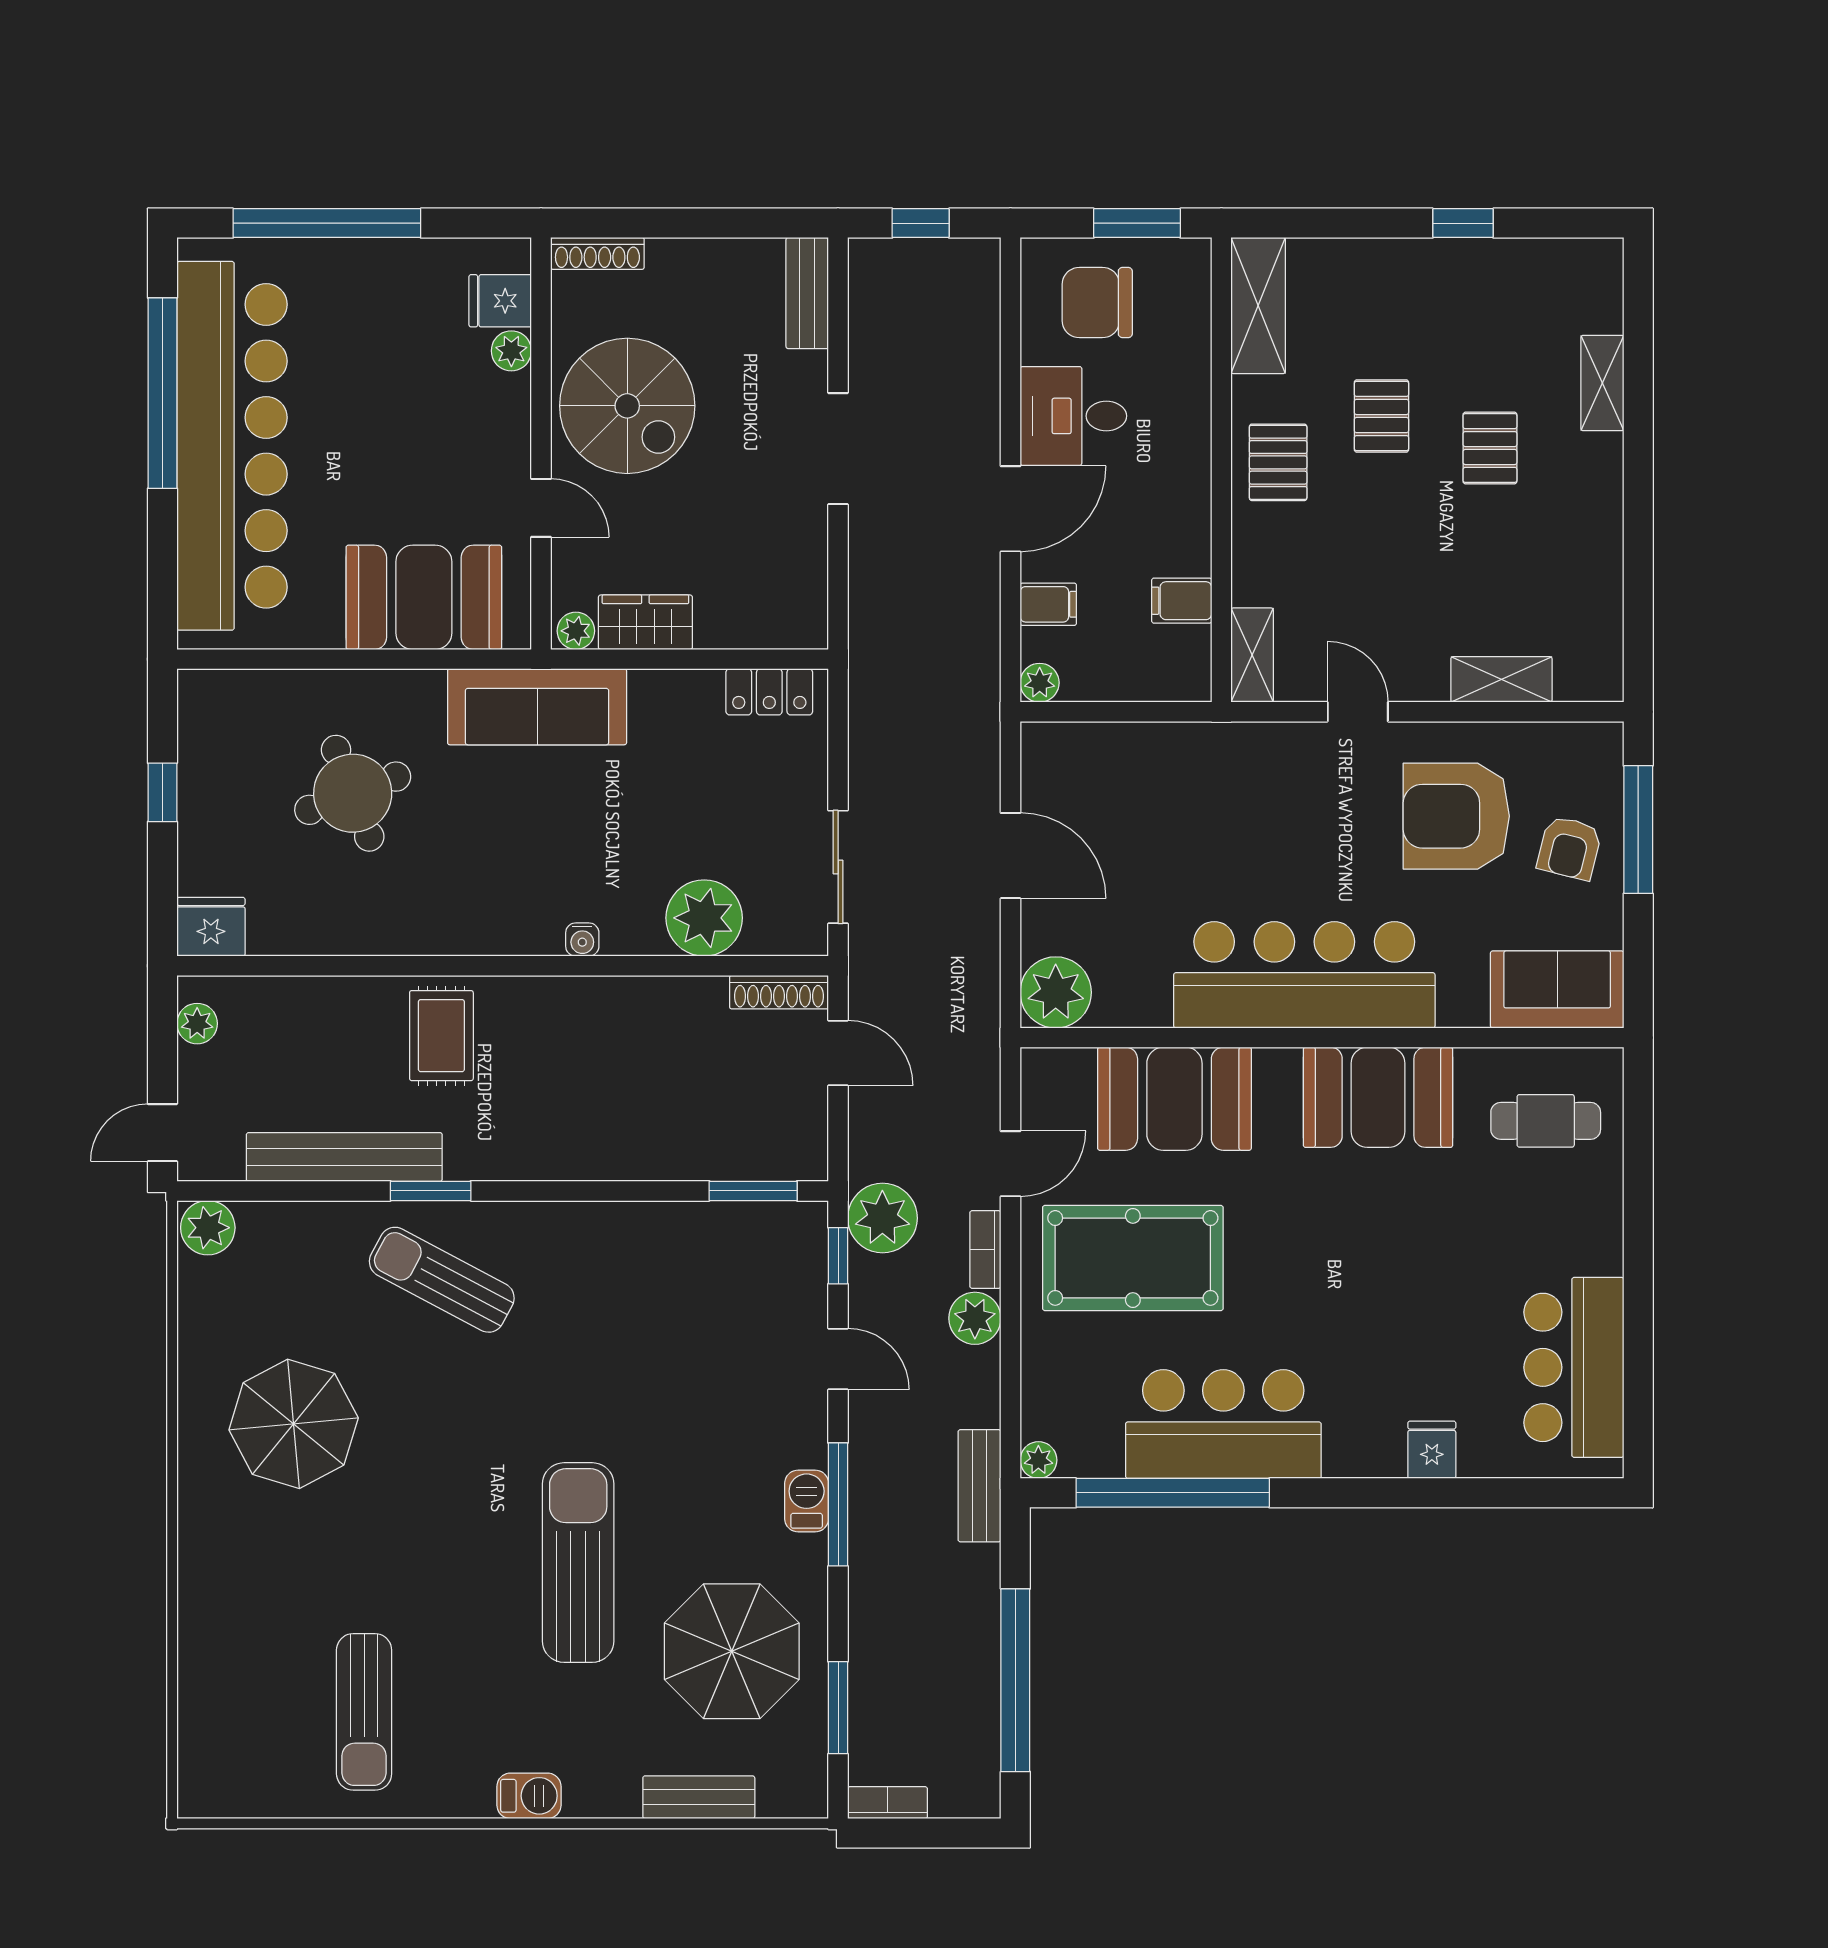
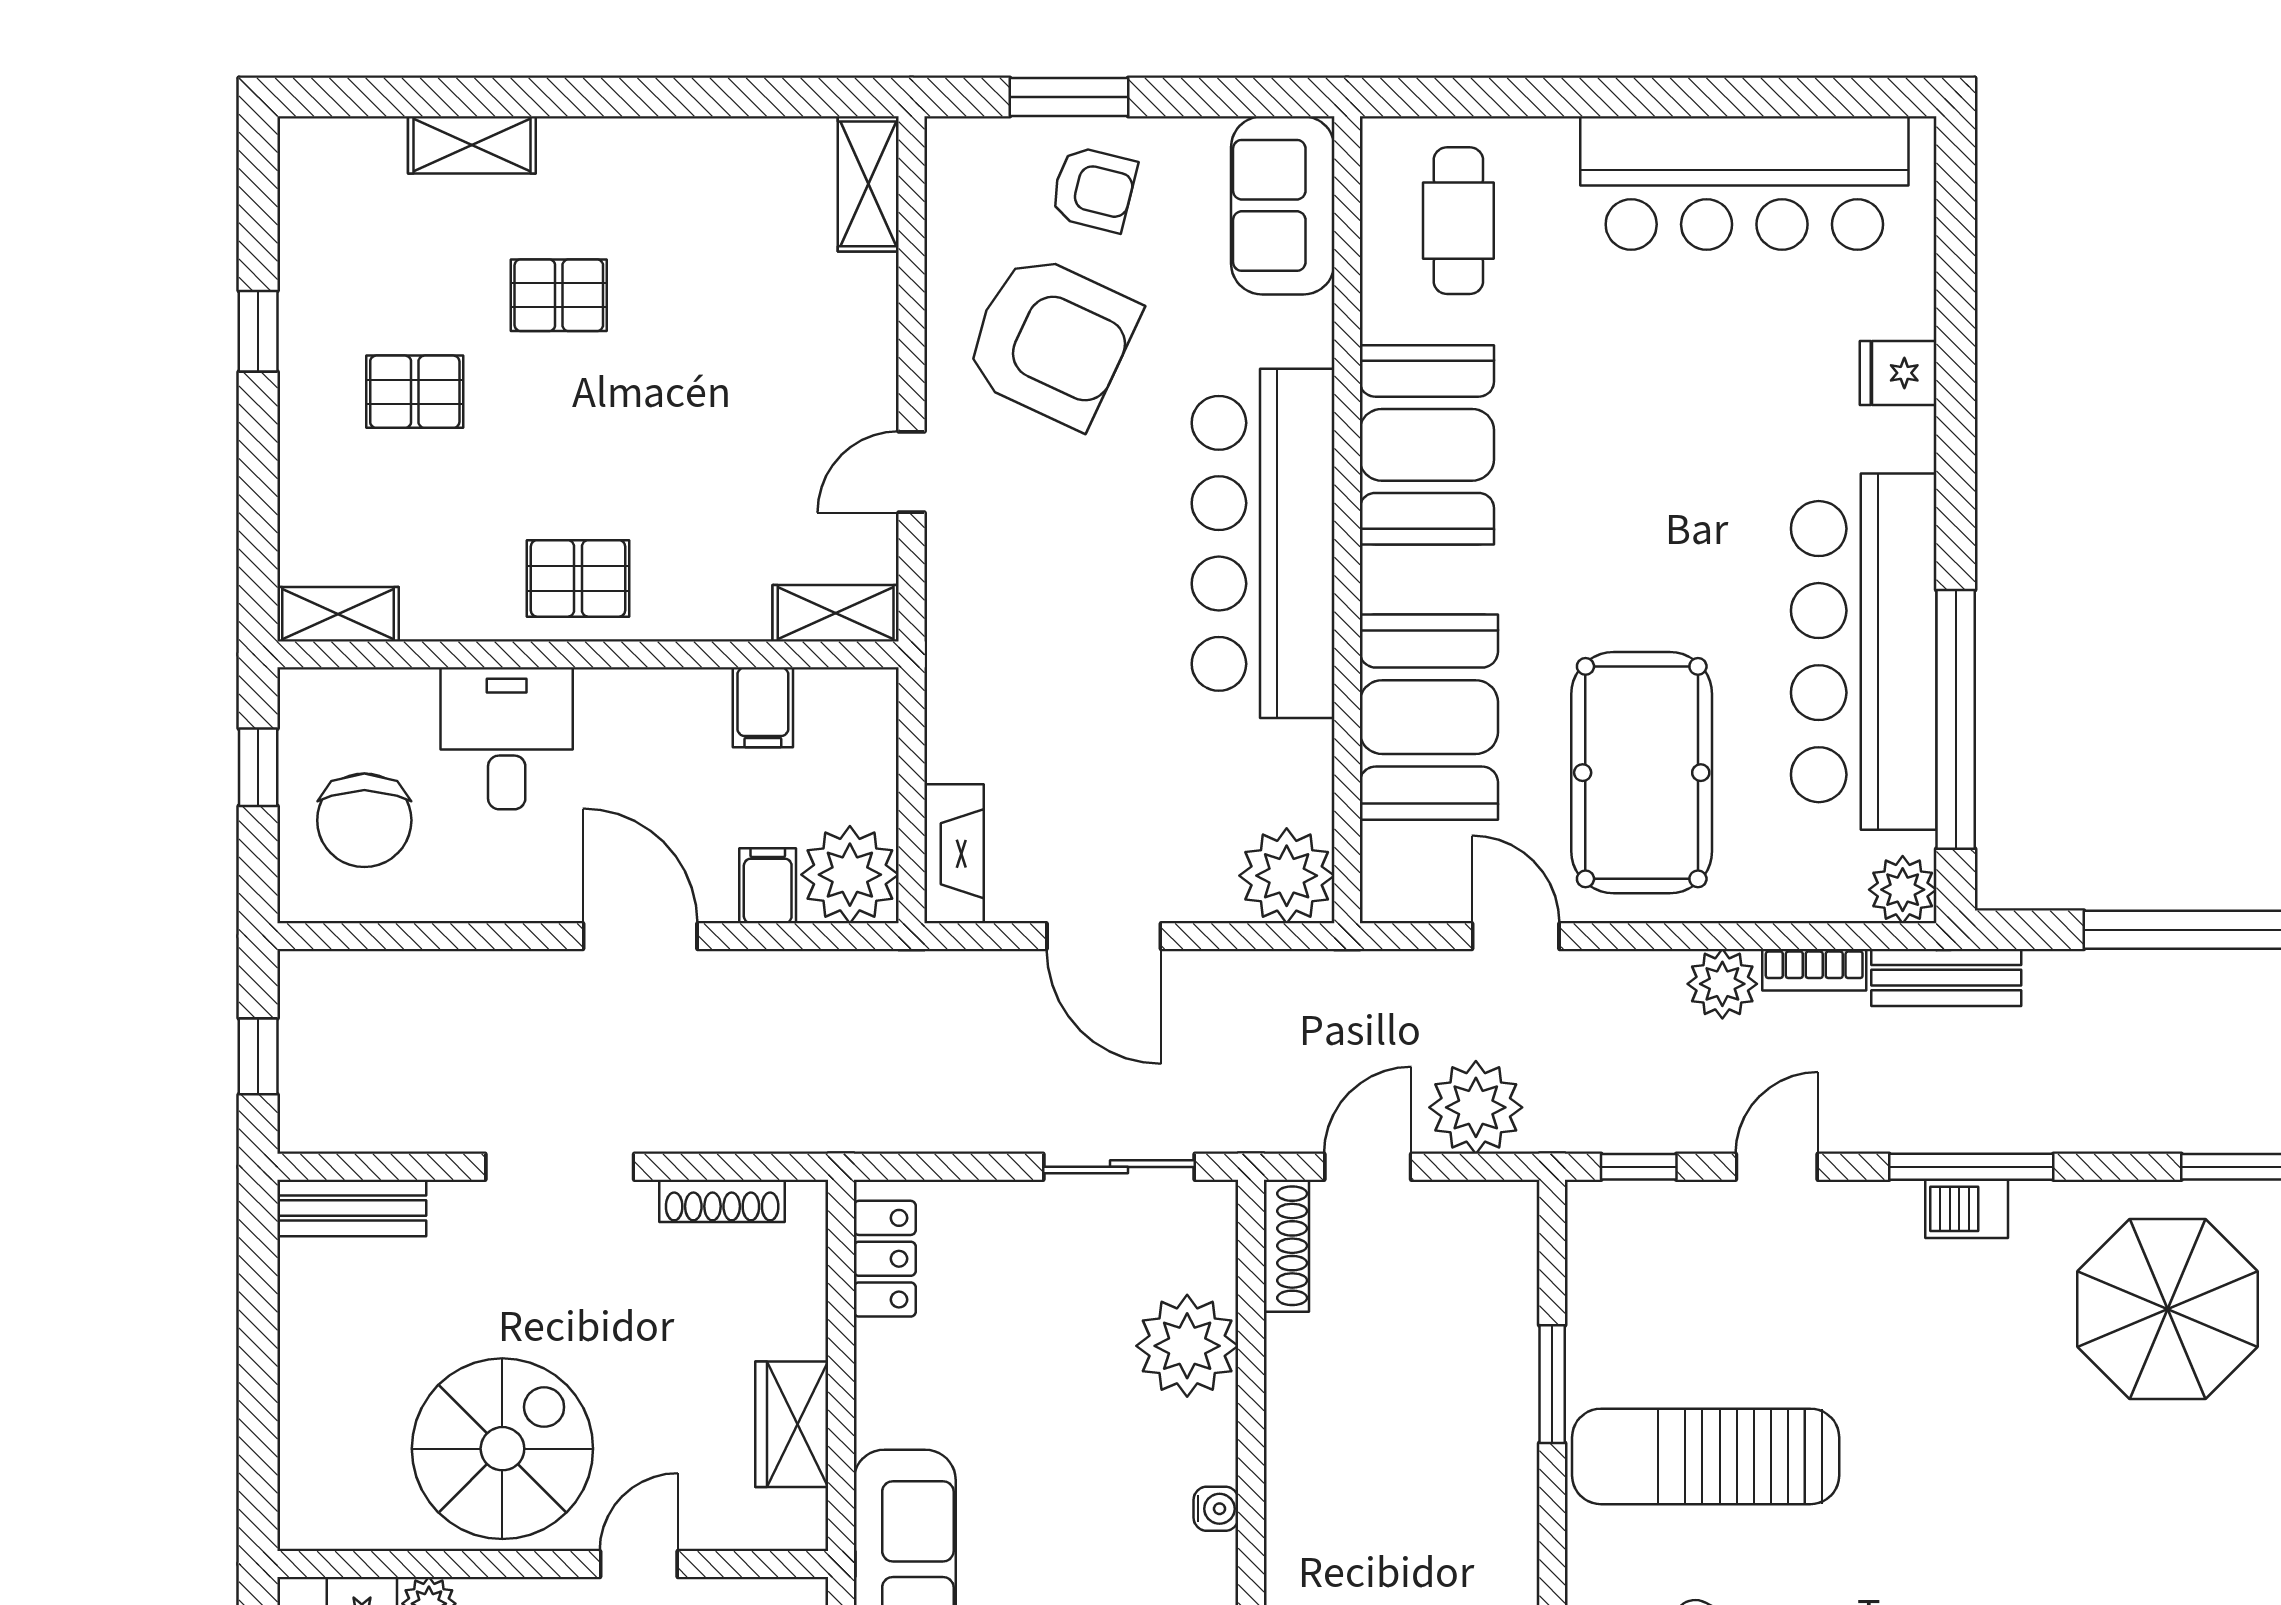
window: (1137, 223) -> (258, 767), width x0.67
shoe rack: (597, 253) -> (722, 1201), moved, turned 90
shelving: (1258, 306) -> (338, 614), width x0.67, depth x0.75
desk: (1073, 416) -> (507, 738), moved, turned 180
pallet: (1381, 416) -> (415, 392), moved
plant: (576, 631) -> (803, 1517), removed
shelving: (1501, 679) -> (868, 184), moved
plant: (1040, 683) -> (850, 875), width x1.87, depth x1.87
fireplace: (1072, 744) -> (954, 854), added
armchair: (1456, 816) -> (1051, 340), turned -65
window: (1638, 830) -> (1069, 97), width x0.69
door: (1011, 856) -> (1104, 936), swing flipped
window: (753, 1191) -> (1552, 1384), moved
plant: (882, 1218) -> (1476, 1107), moved
bookcase: (985, 1249) -> (1814, 970), moved
bar counter: (1574, 1367) -> (1744, 183), width x1.36
bar counter: (1223, 1424) -> (1864, 652), width x1.36
plant: (1038, 1460) -> (1903, 890), width x1.38, depth x1.38
sun lounger: (578, 1563) -> (1706, 1456), moved

